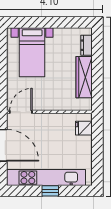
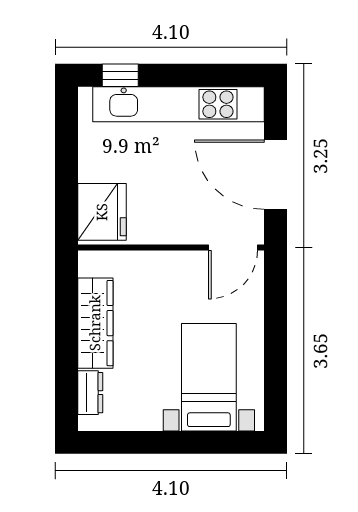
fridge: (84, 128) -> (102, 212), width x1.88, depth x1.34
window: (50, 191) -> (120, 75), moved

